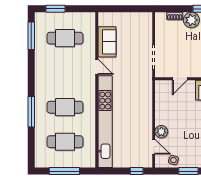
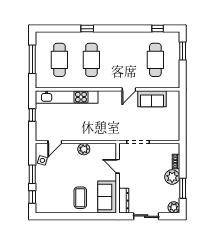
window: (31, 36) -> (158, 29), width x0.46
window: (31, 112) -> (87, 29), width x0.46
kitchen unit: (105, 122) -> (67, 97), width x0.73
plant: (161, 132) -> (84, 149), moved
window: (137, 171) -> (32, 115), moved

